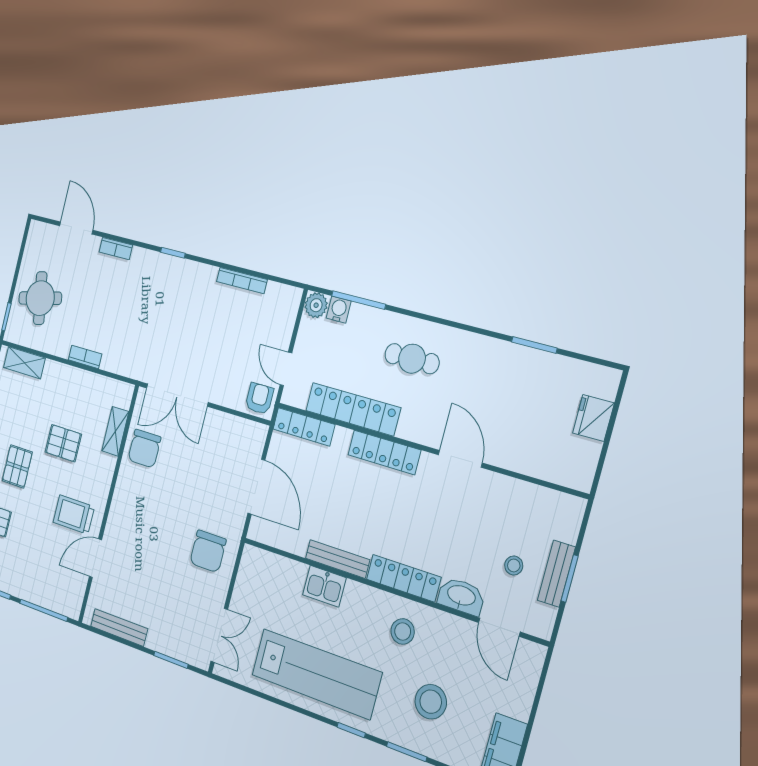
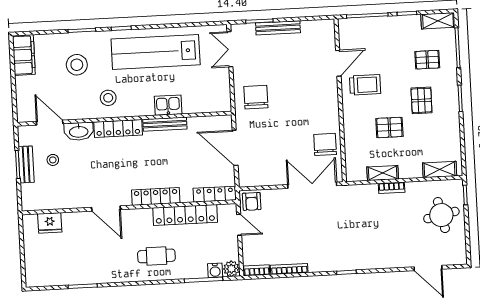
bookcase: (116, 249) -> (257, 270), moved
fridge: (593, 418) -> (50, 223), moved, turned 90
shelving: (115, 431) -> (383, 173), moved, turned 90
bench: (119, 627) -> (278, 28), moved

